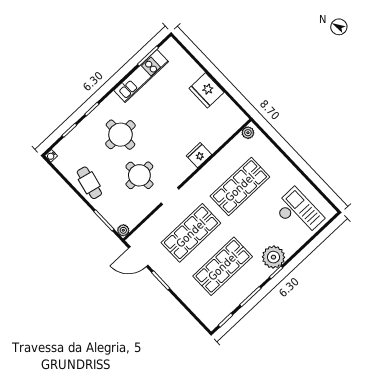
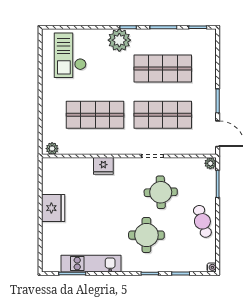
cafe table: (89, 183) -> (202, 221), turned -30

